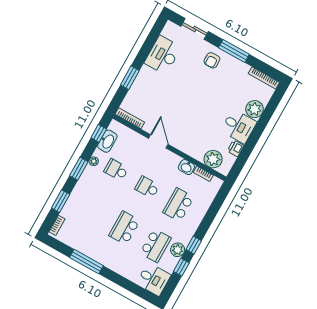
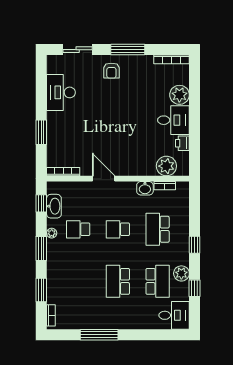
window: (194, 245) -> (195, 245), moved

